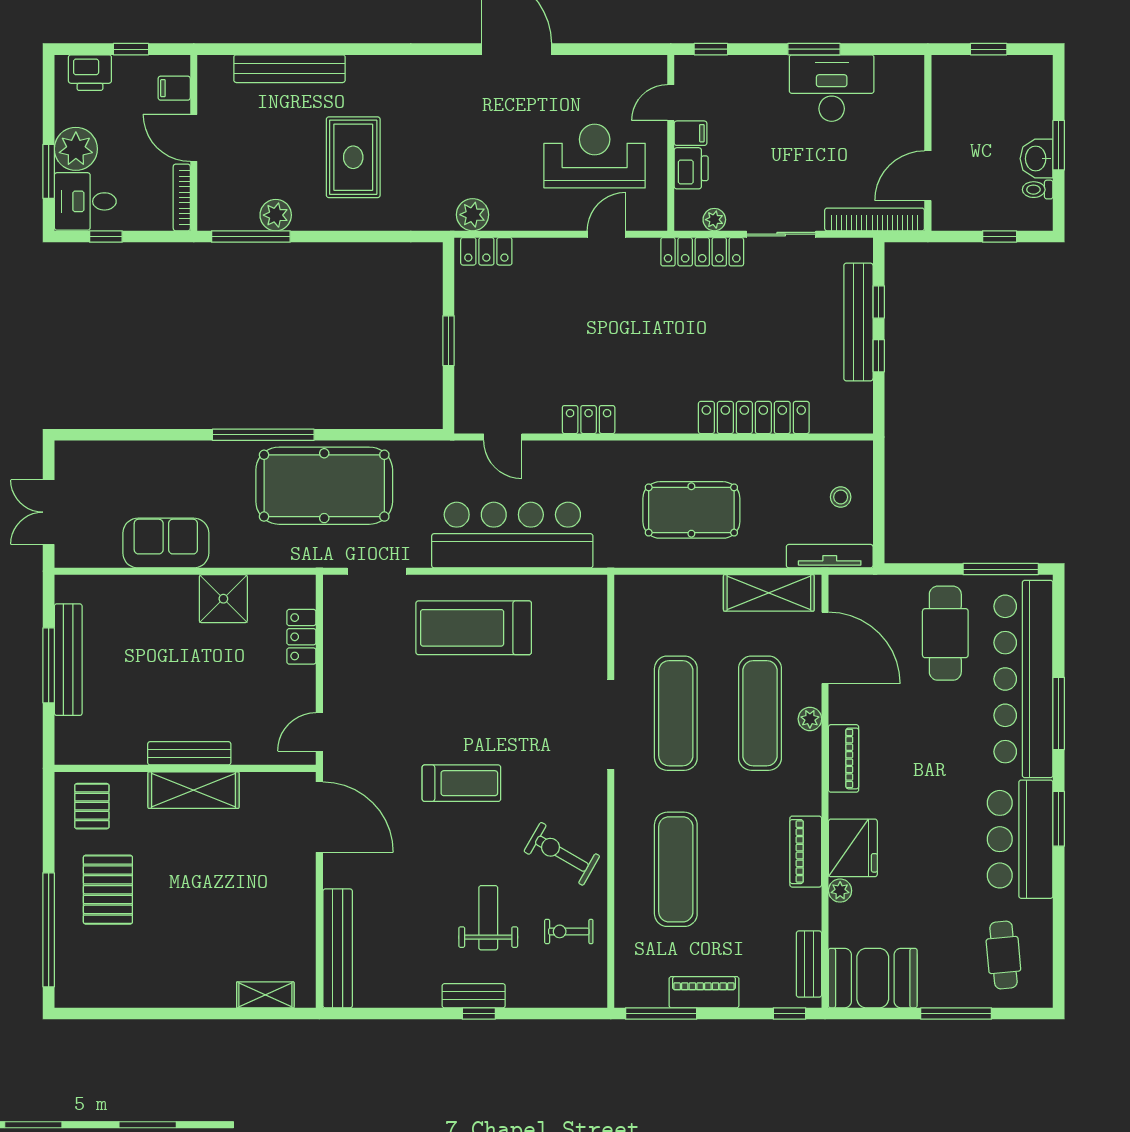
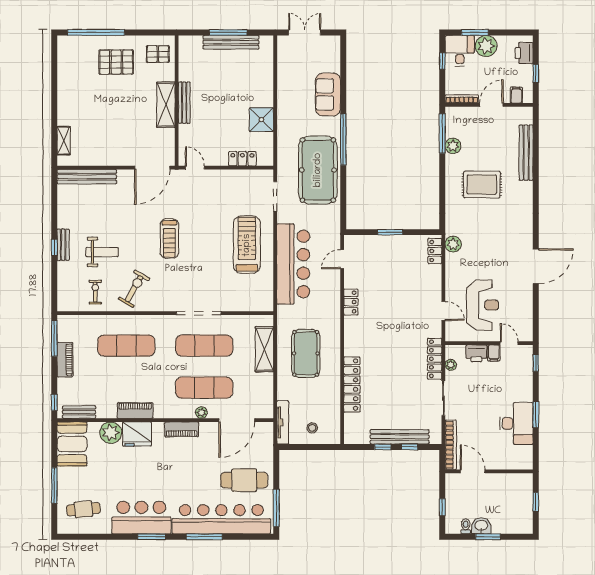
sofa: (166, 543) -> (328, 94), moved, turned 180
shelving: (769, 593) -> (264, 349), moved
plant: (840, 891) -> (111, 433), width x1.88, depth x1.88

